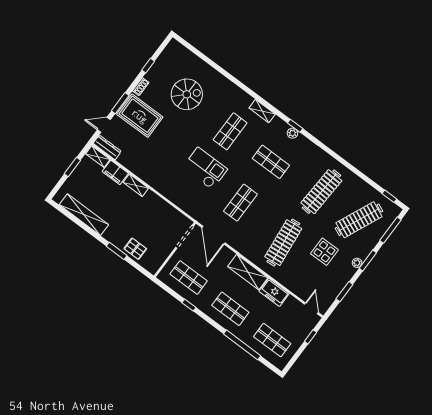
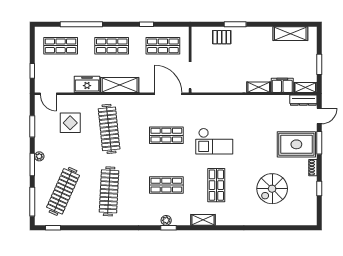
shop shelf: (240, 203) -> (166, 135), turned 90
shelving: (84, 215) -> (290, 34), width x0.68
display table: (324, 252) -> (70, 123), moved

